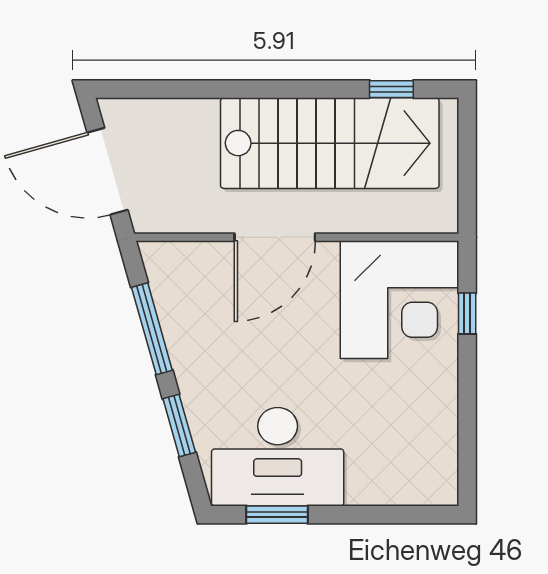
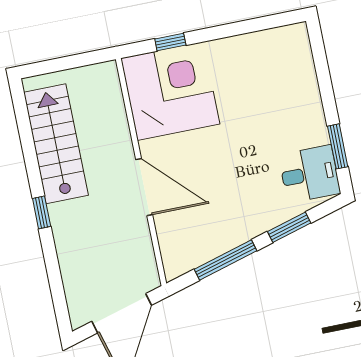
window: (391, 89) -> (42, 212), moved
stairs: (330, 143) -> (56, 144), width x0.73, depth x0.66
desk: (278, 457) -> (309, 174), width x0.53, depth x0.77

